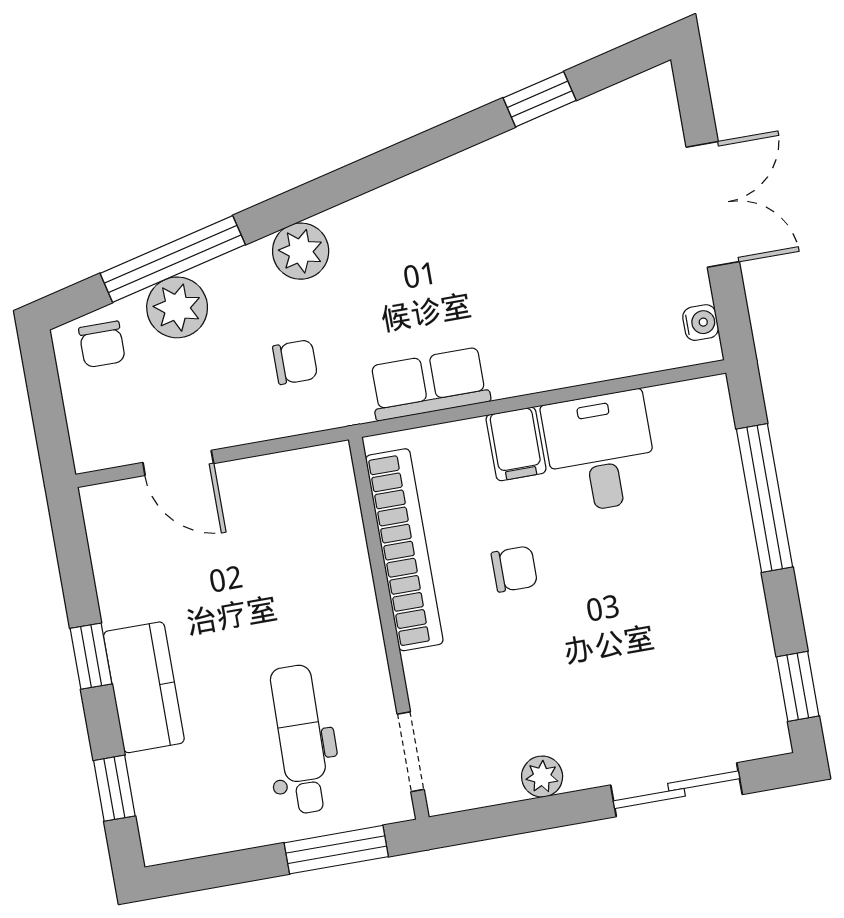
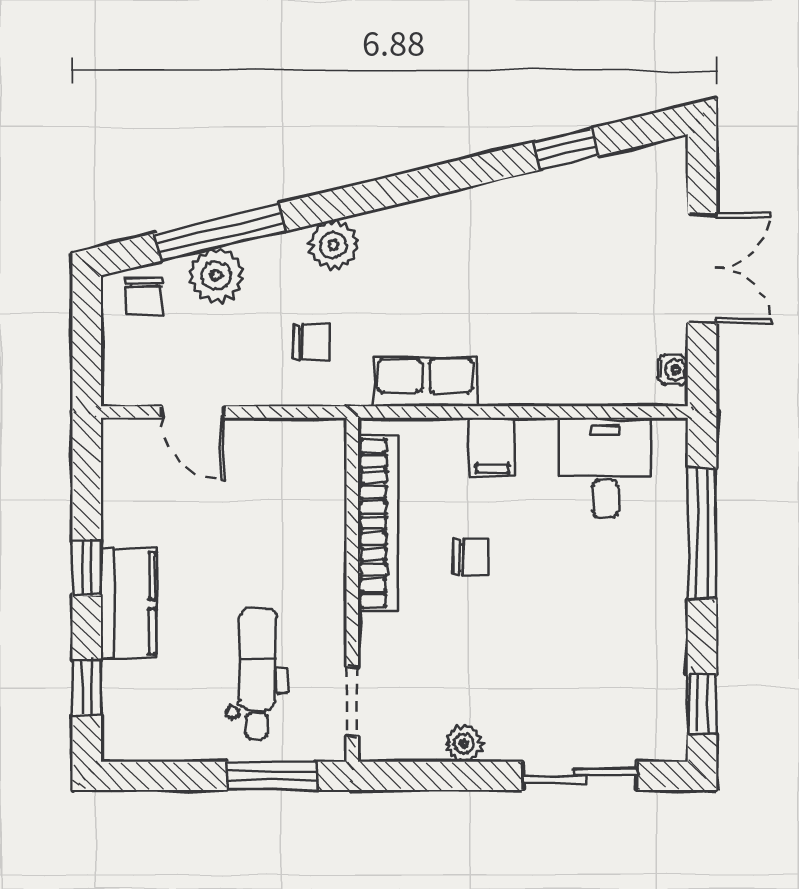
desk: (600, 452) -> (605, 468), moved

